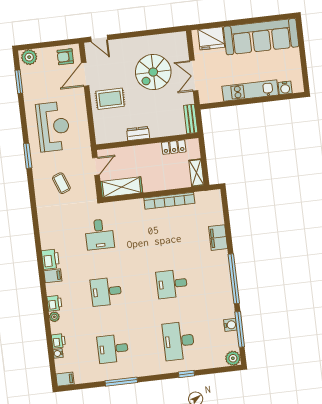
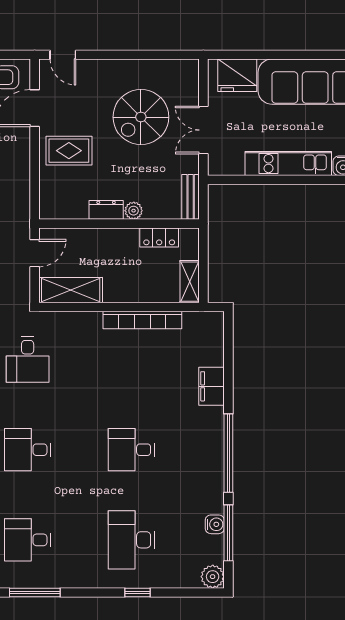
plant: (156, 132) -> (134, 211), added

